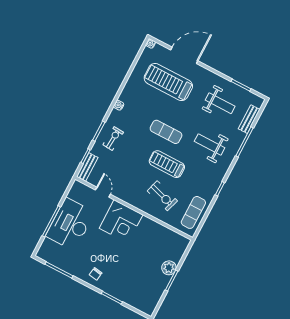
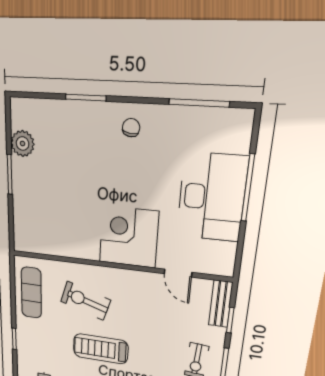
treadmill: (167, 164) -> (101, 349), turned 180
plant: (169, 268) -> (23, 144), moved

